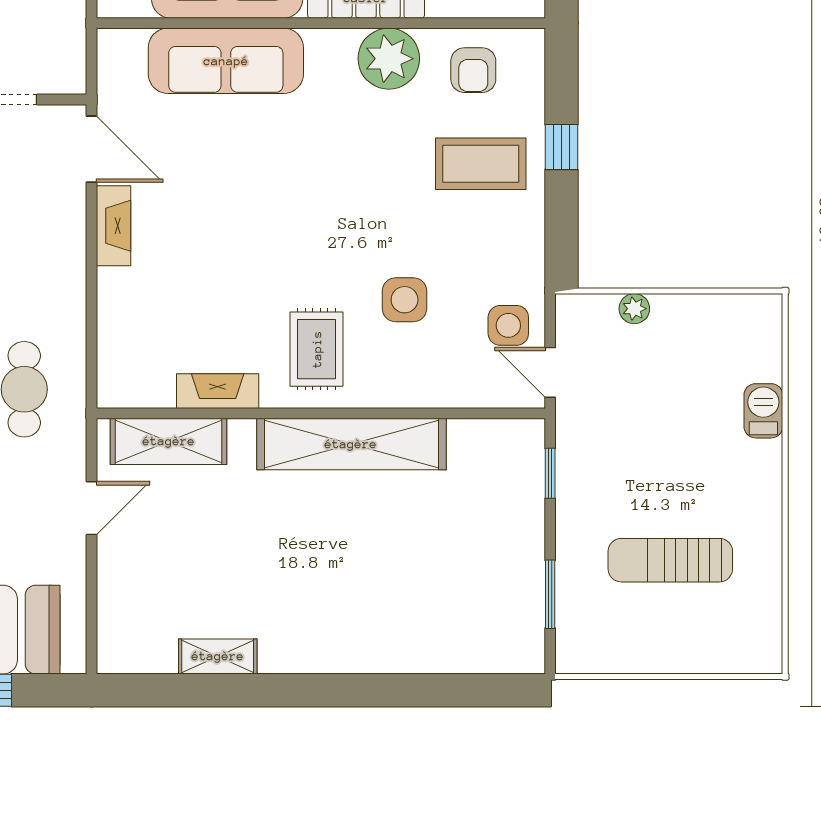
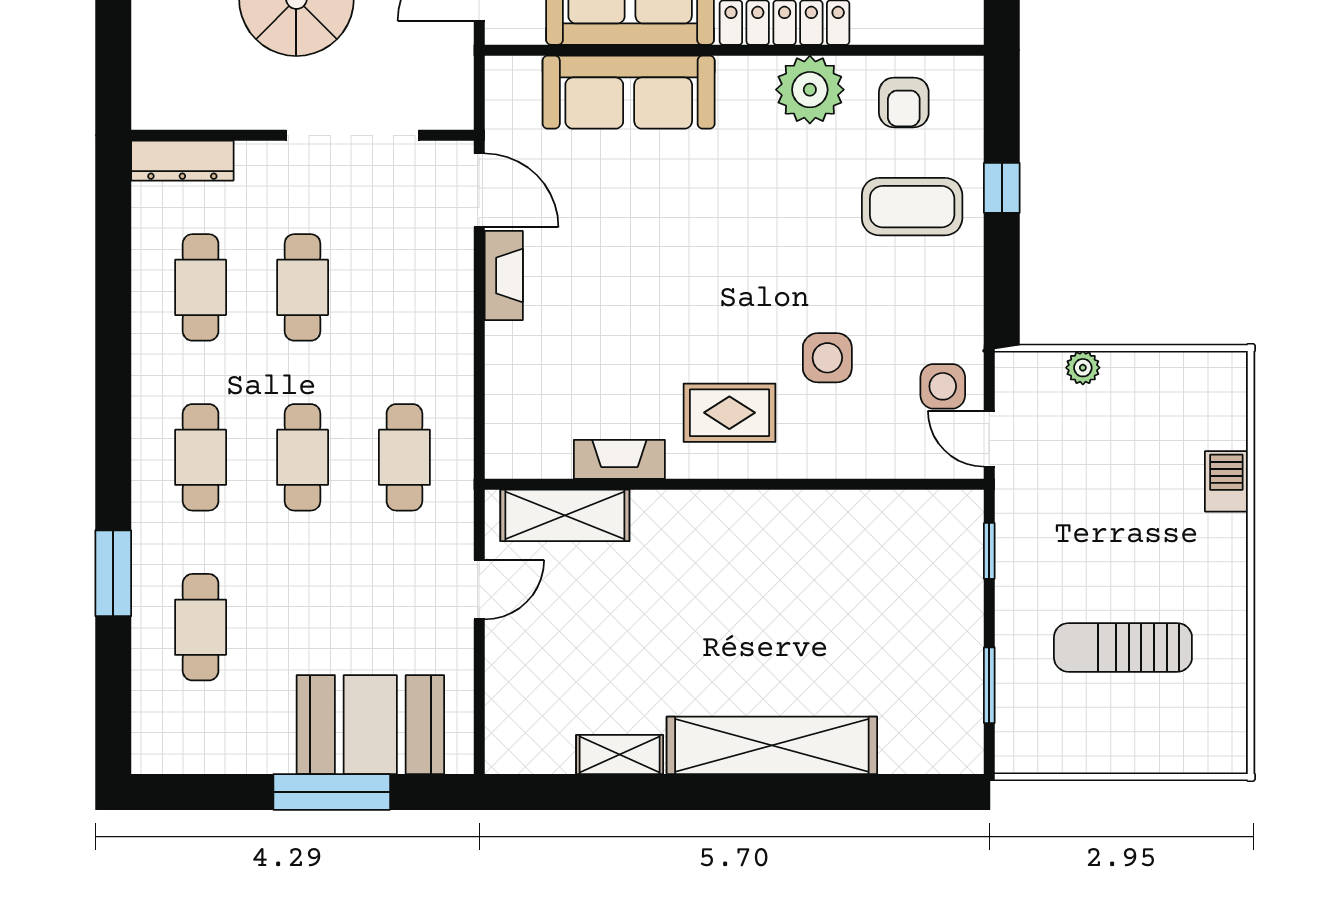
rug: (317, 349) -> (729, 413), turned 90
shelving: (351, 444) -> (772, 745), moved

